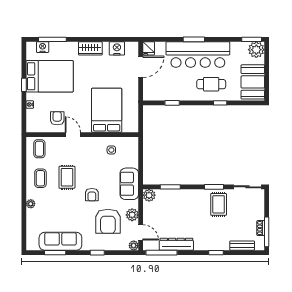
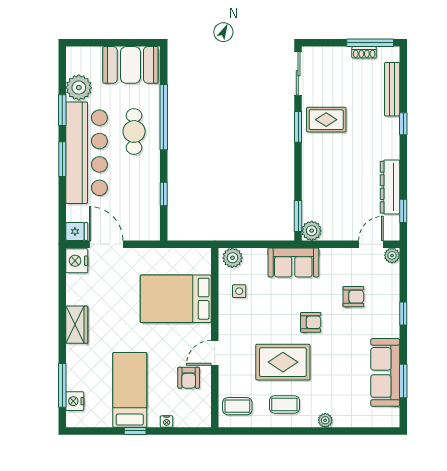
window: (252, 39) -> (62, 110), moved
nightstand: (117, 48) -> (77, 261), moved
plant: (256, 50) -> (79, 88), moved
bed: (50, 76) -> (130, 390), width x0.67
window: (220, 103) -> (164, 117), width x3.17
armchair: (57, 118) -> (189, 378), turned -90
rug: (67, 177) -> (283, 362), width x1.36, depth x1.43
window: (170, 187) -> (298, 216), moved
plant: (132, 215) -> (232, 258), moved
armchair: (108, 221) -> (353, 297), width x0.53, depth x0.53
bench: (242, 246) -> (392, 89), width x1.36
window: (162, 253) -> (403, 211), width x0.46

